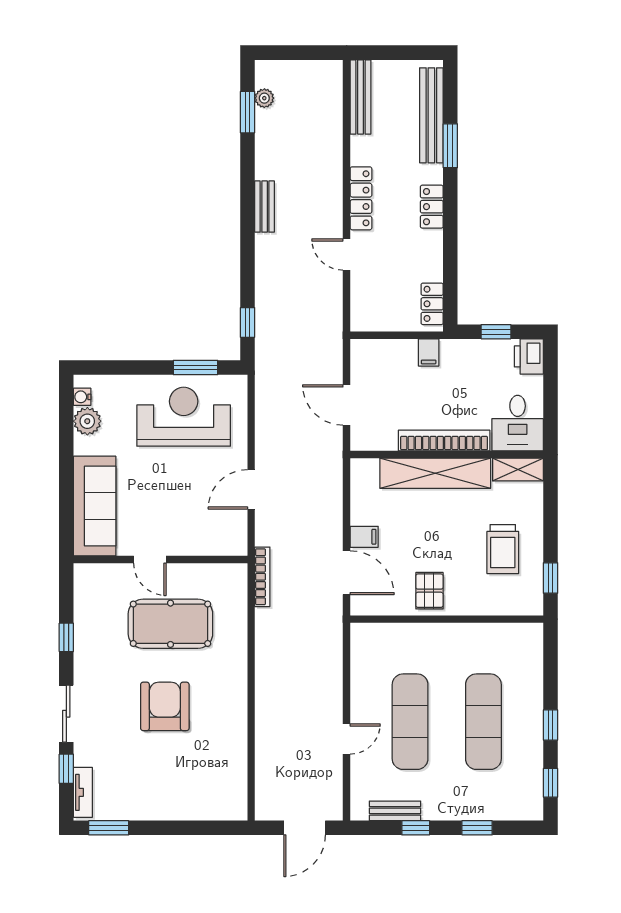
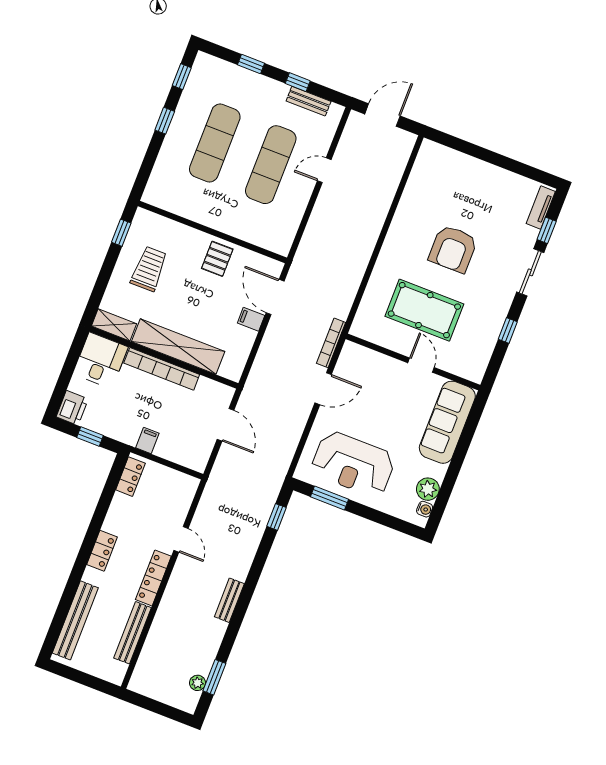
bench: (361, 97) -> (133, 633), moved
window: (450, 146) -> (70, 592), removed
bookcase: (262, 577) -> (331, 343), moved
window: (109, 828) -> (532, 173), removed

